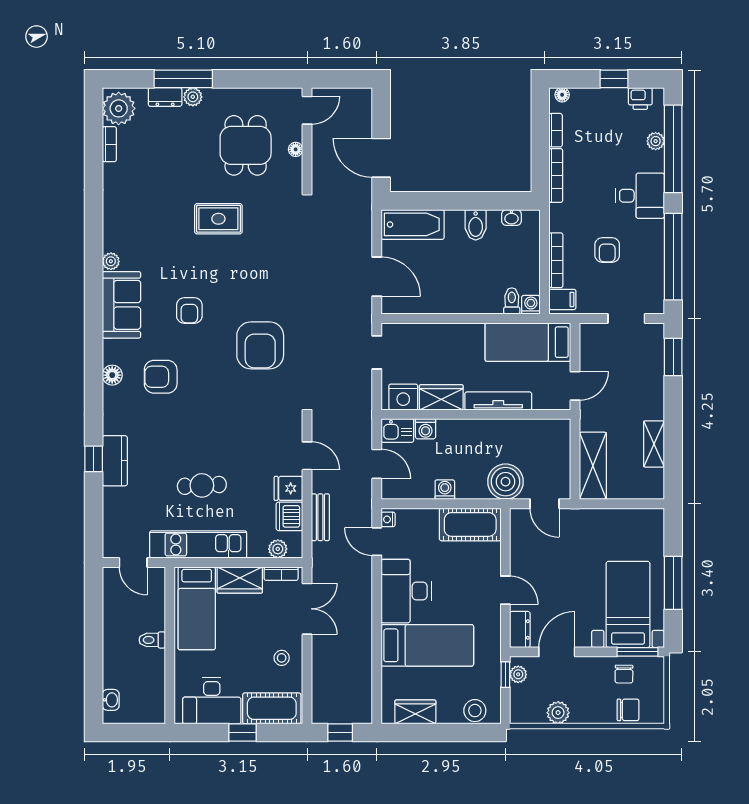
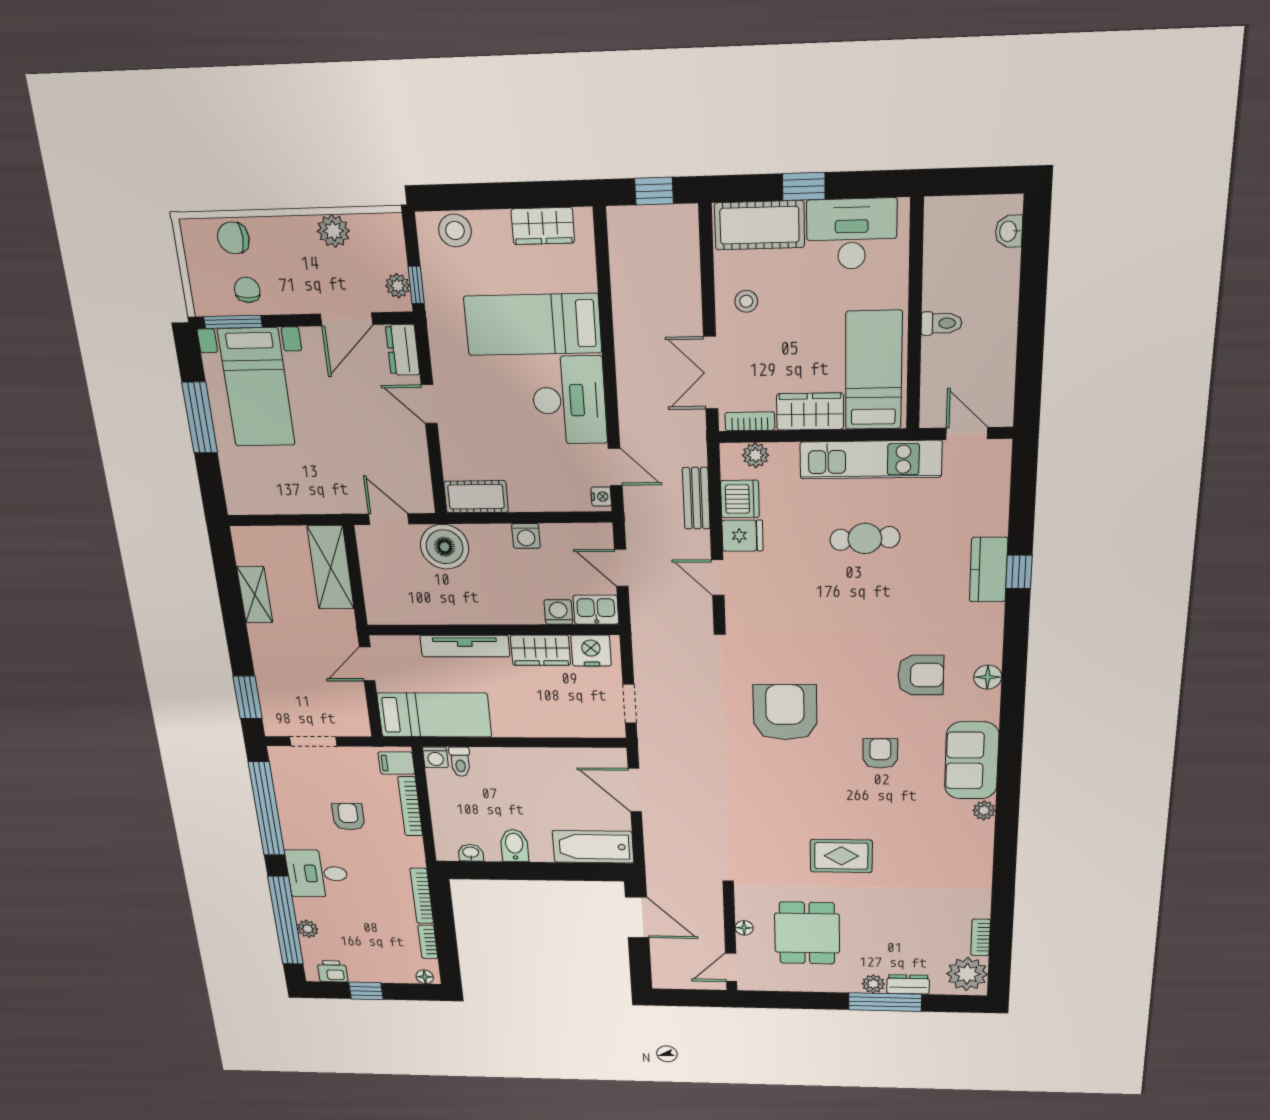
cot: (470, 524) -> (476, 497), width x0.73, depth x0.75

